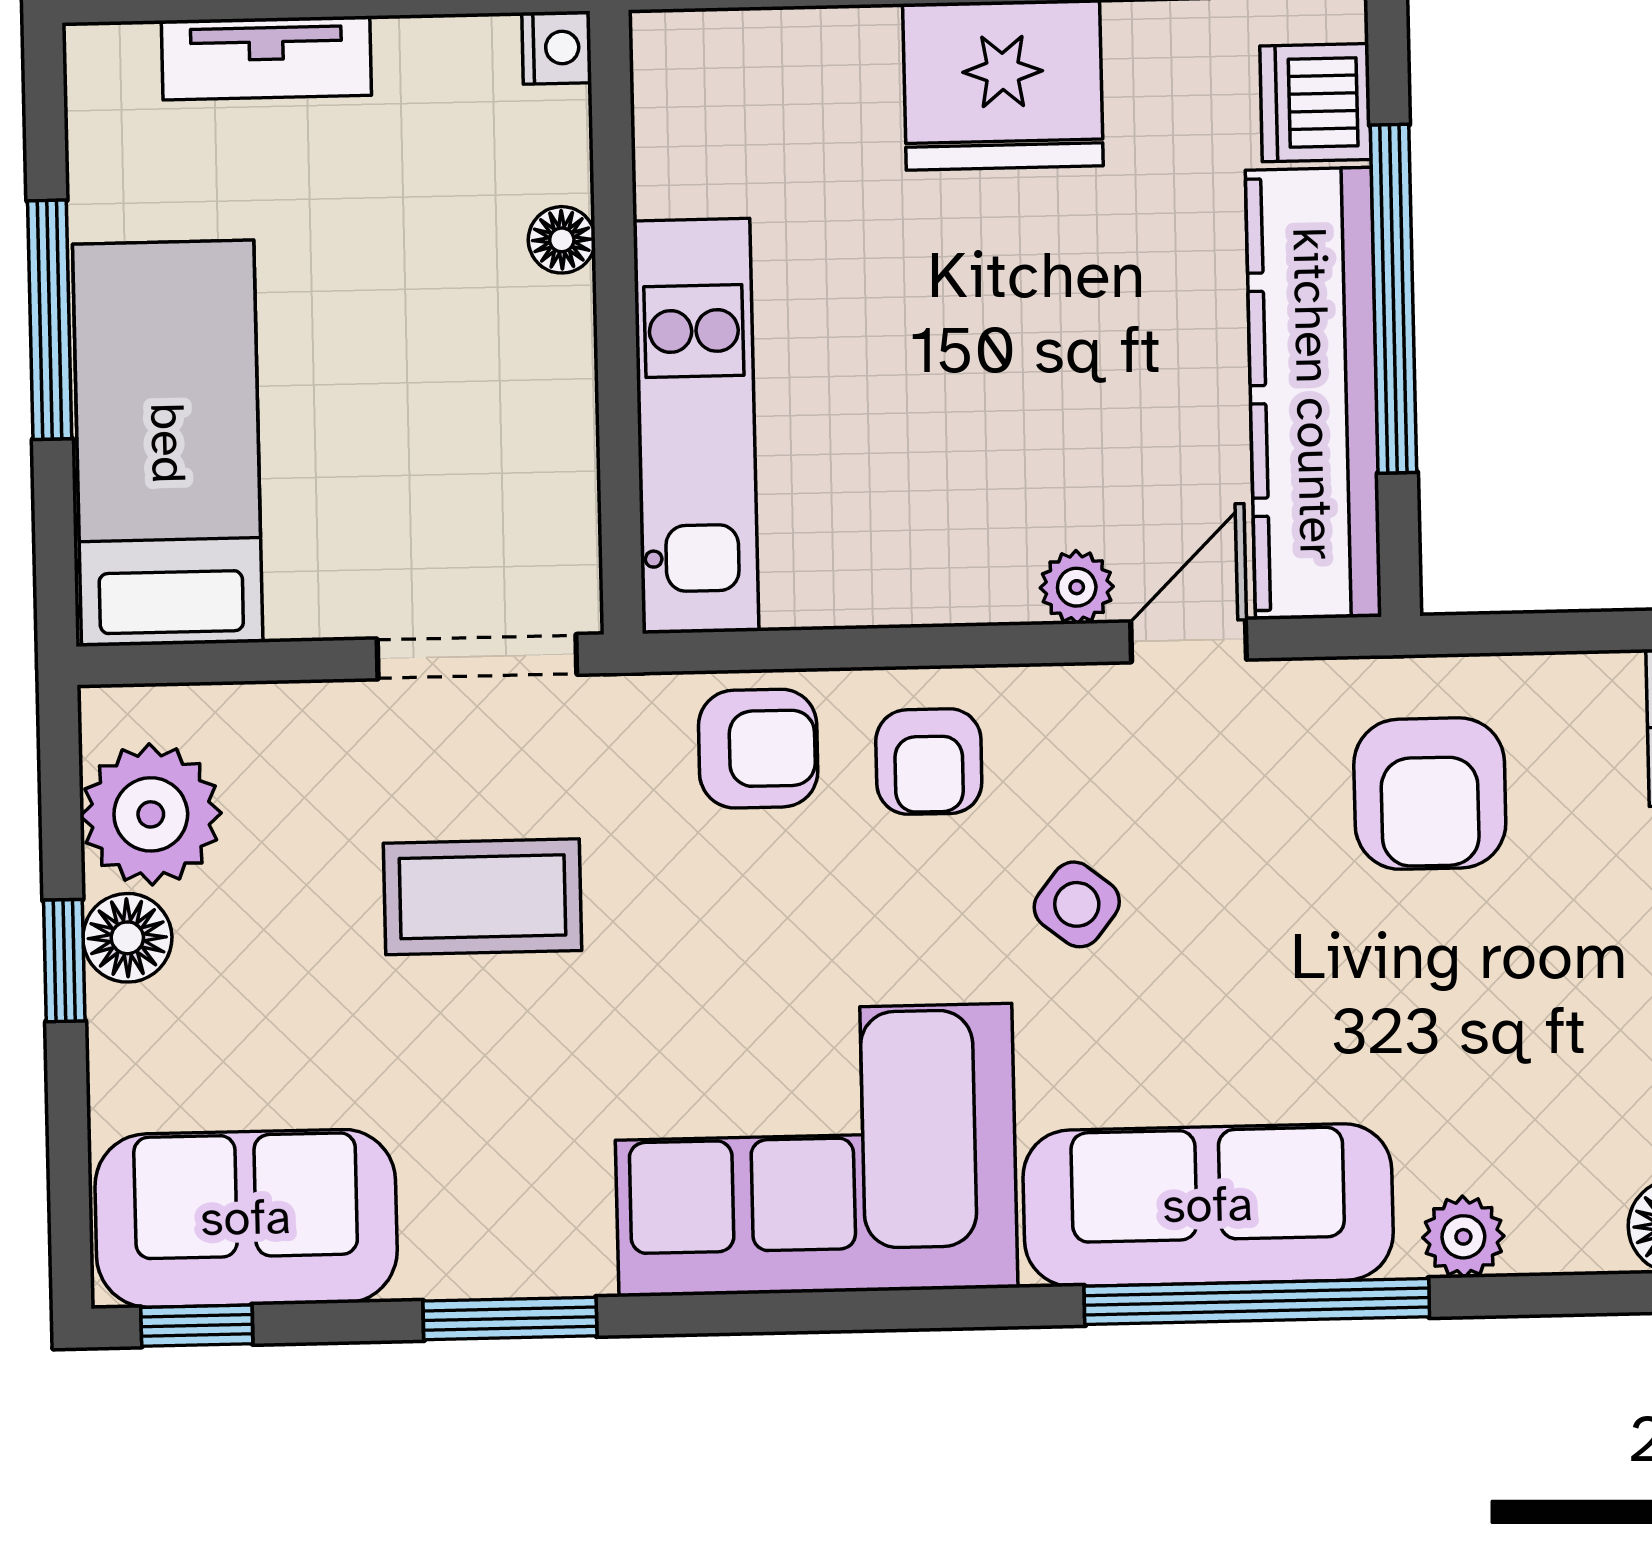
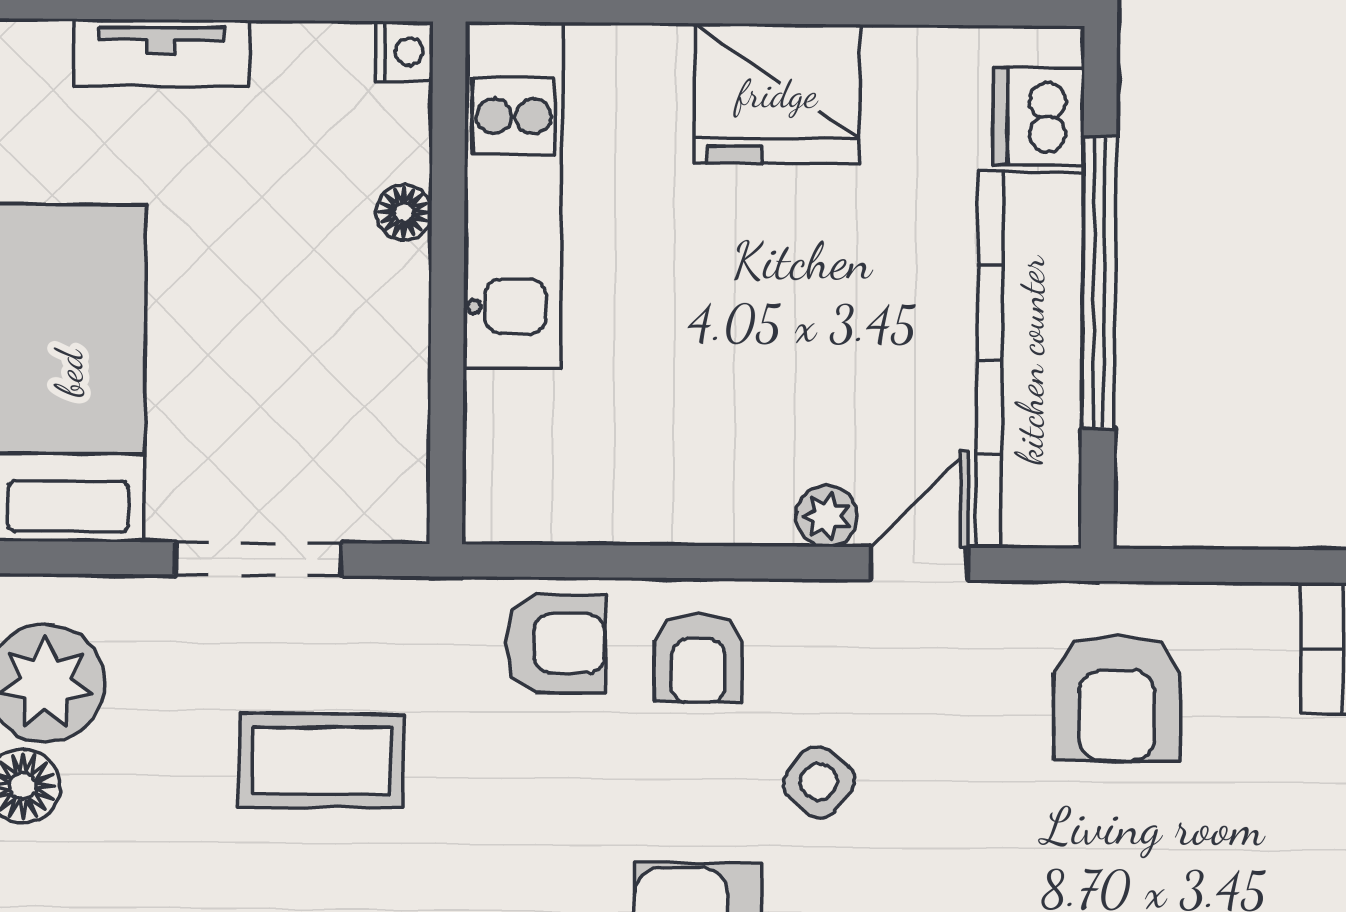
kitchen unit: (696, 426) -> (513, 196), moved
doorway: (477, 657) -> (258, 559), moved

